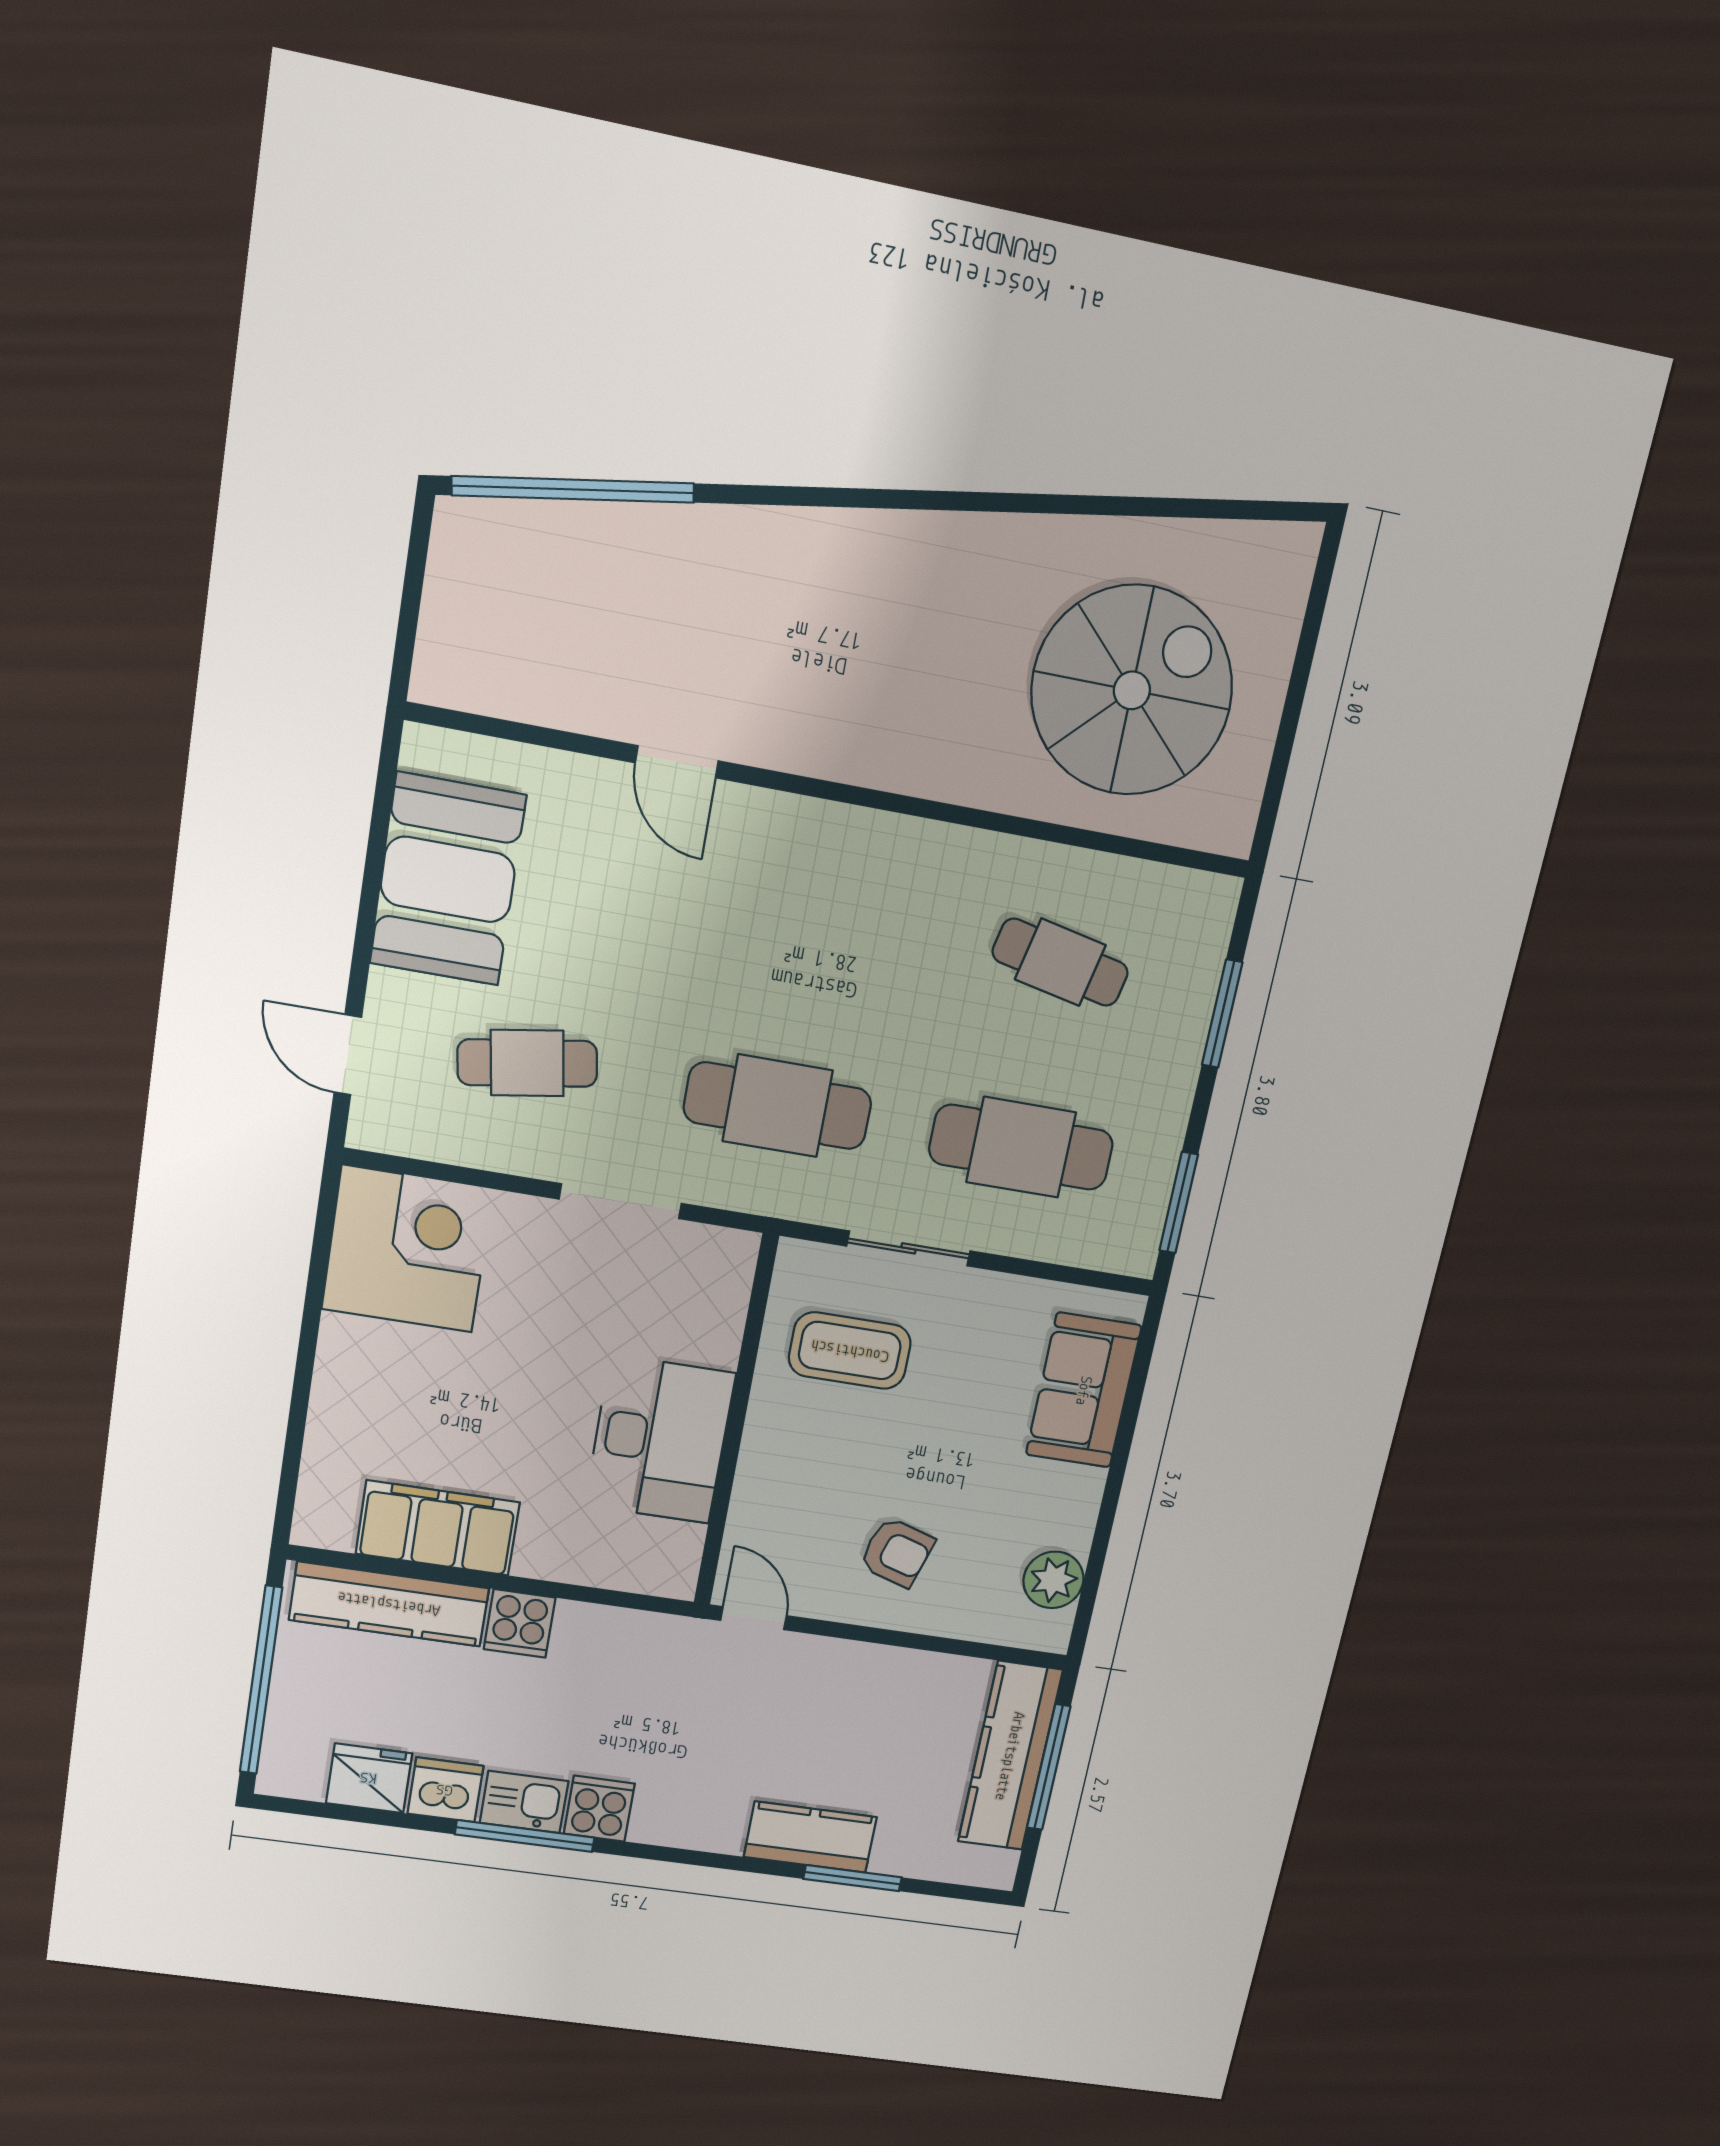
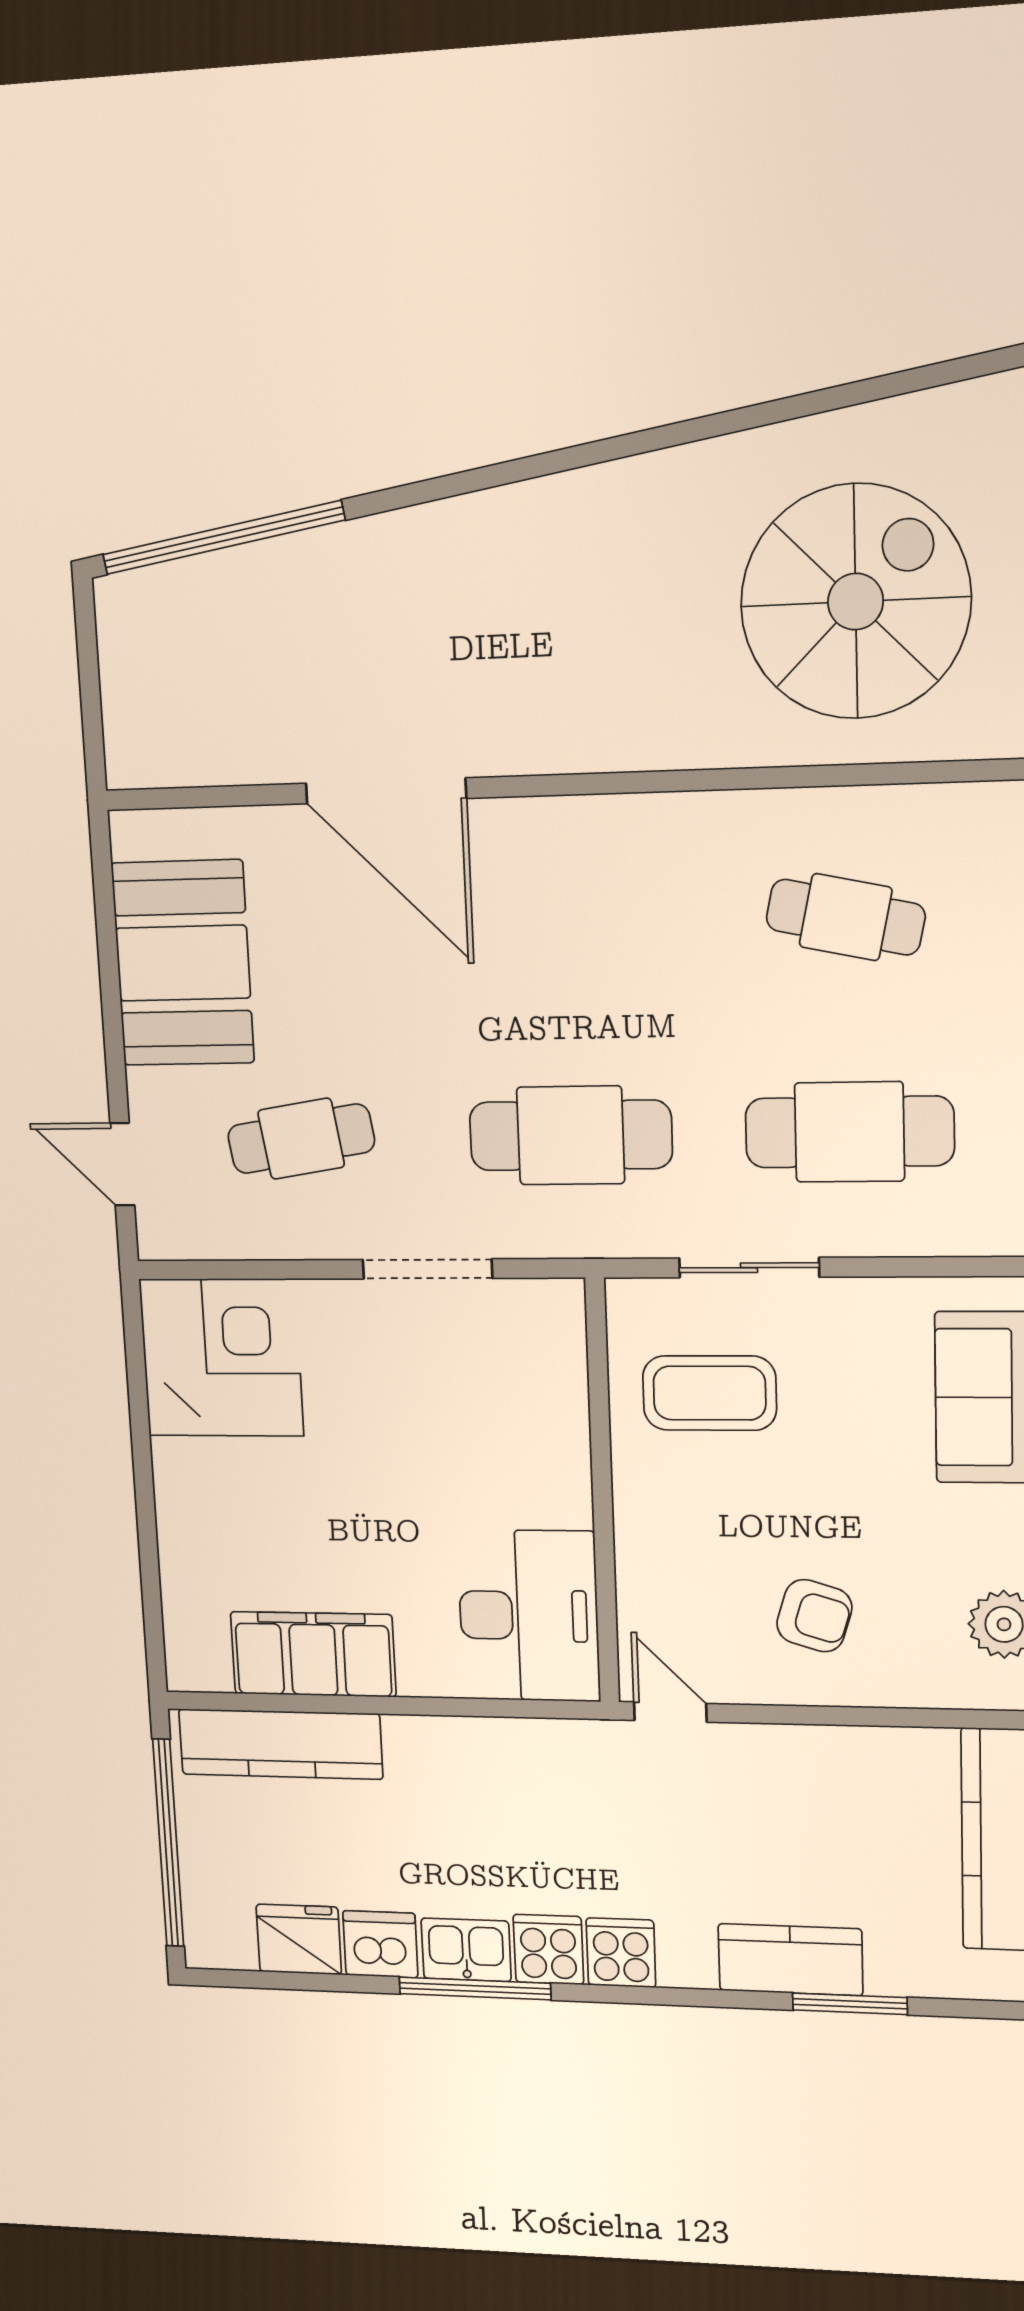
door: (677, 762) -> (386, 791), width x1.87
desk: (660, 1439) -> (529, 1616), moved
cooker: (520, 1623) -> (621, 1953), moved, turned 180

